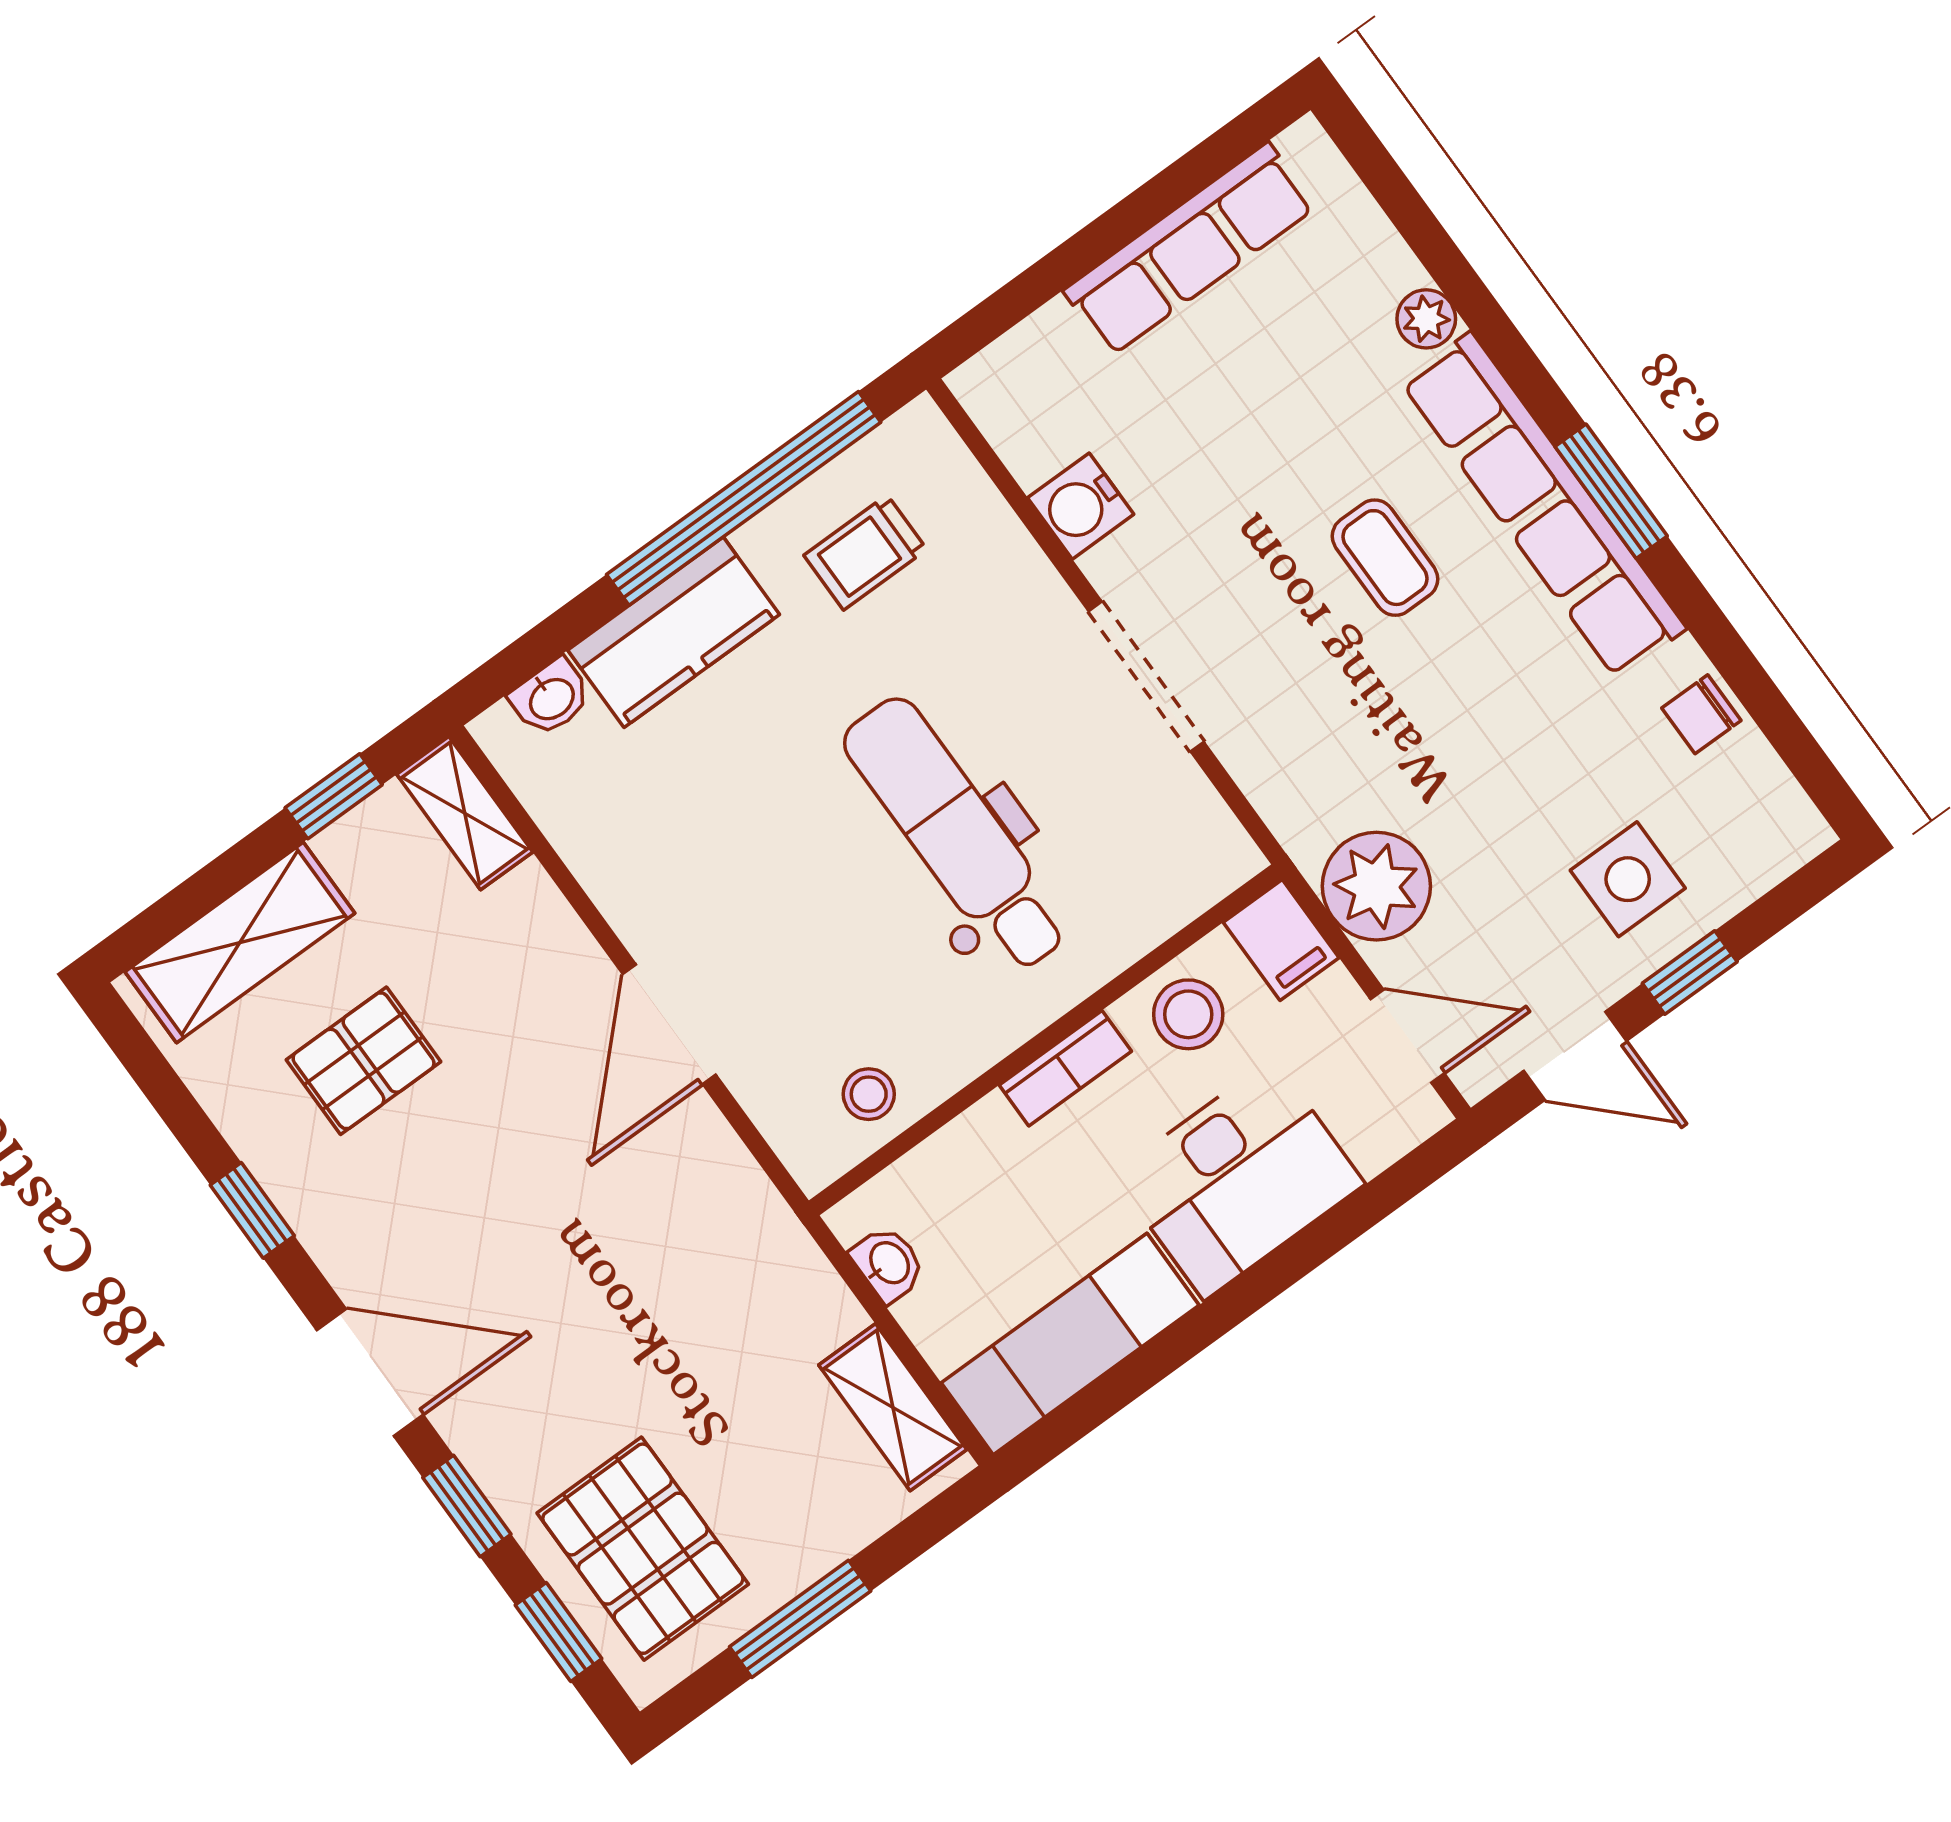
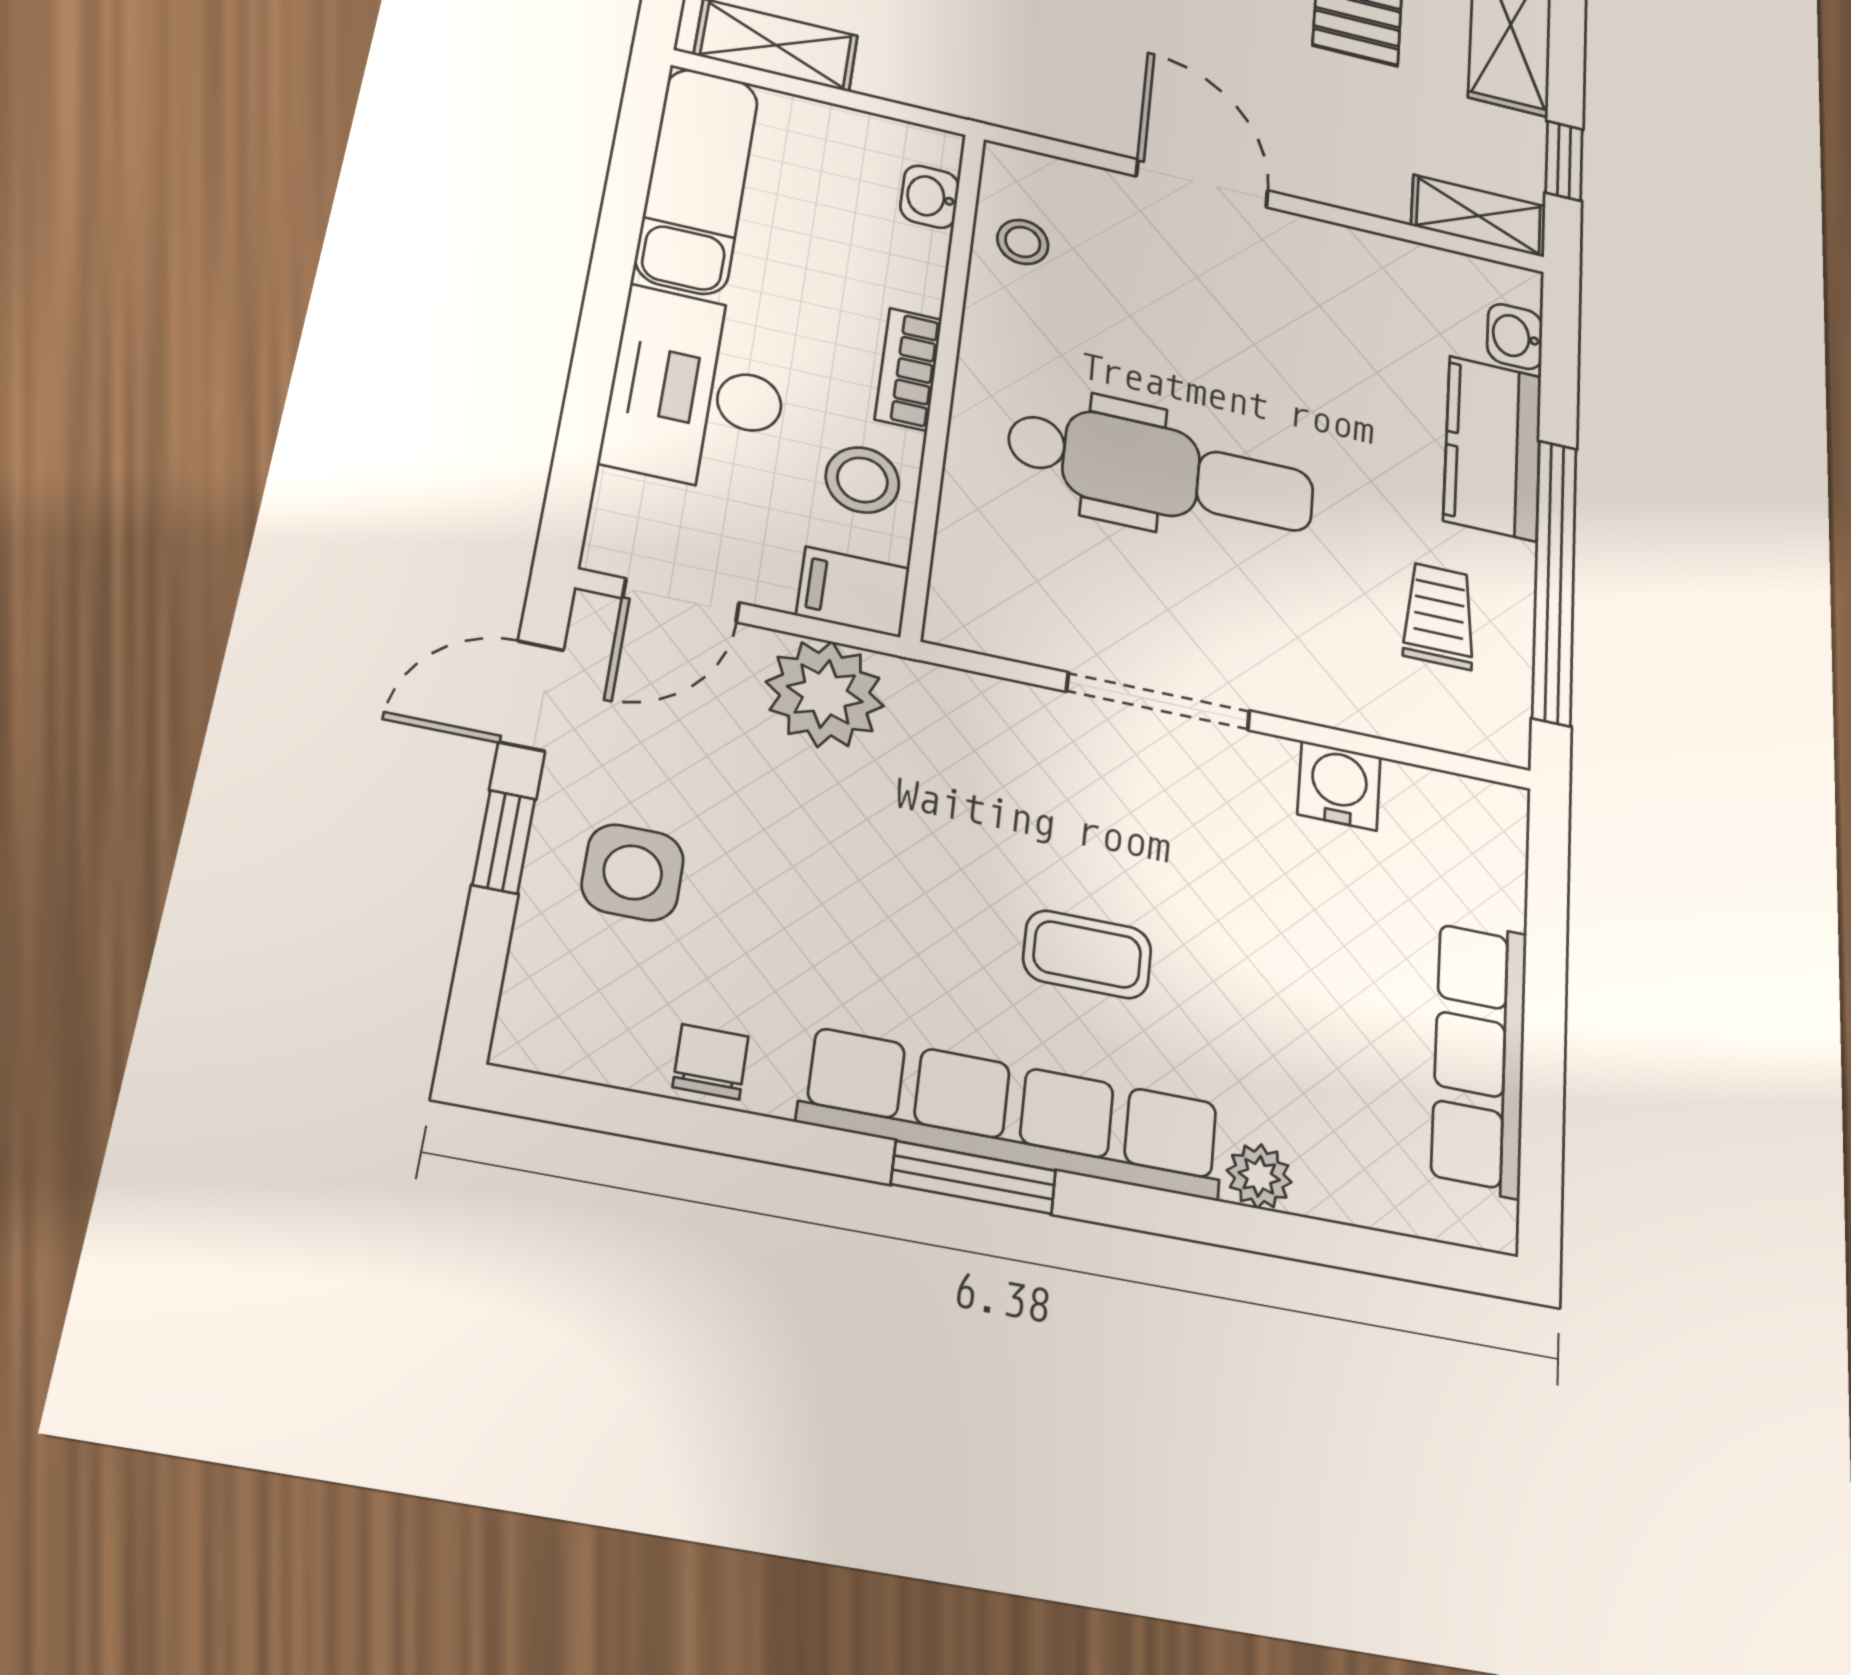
washbasin: (888, 1264) -> (930, 197), moved, turned 90

